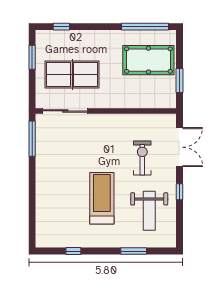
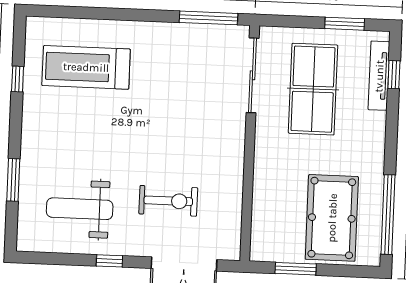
tv unit: (62, 36) -> (379, 76), added
treadmill: (102, 198) -> (86, 67), moved, turned 180

